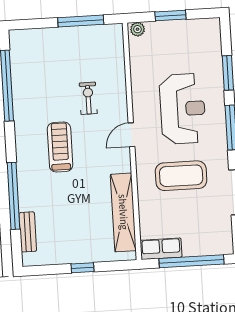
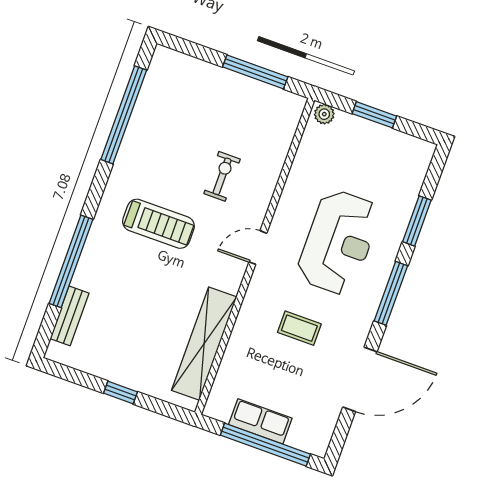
treadmill: (60, 147) -> (158, 224), turned 90
coffee table: (181, 176) -> (299, 328), width x0.54, depth x0.58
row of seats: (161, 249) -> (260, 421), moved

